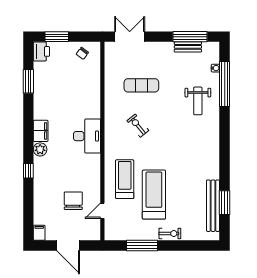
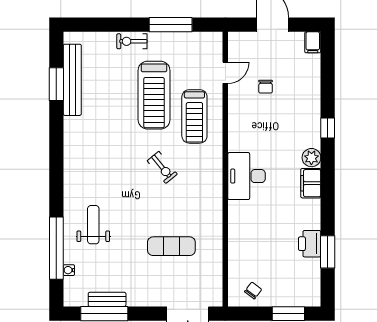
printer: (41, 51) -> (310, 244), moved
exercise bike: (138, 126) -> (162, 167), moved
chair: (73, 201) -> (266, 87), width x0.54, depth x0.54

